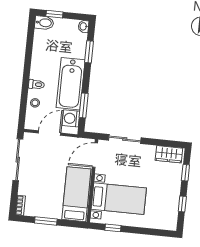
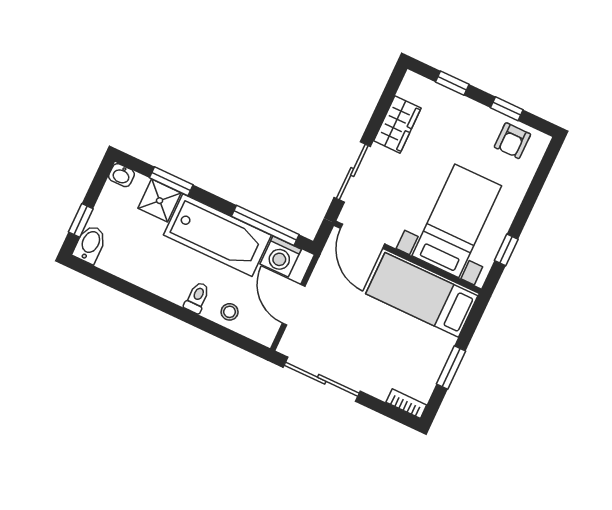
shower: (78, 49) -> (160, 201), added
window: (84, 105) -> (265, 225), width x1.44
wardrobe: (169, 154) -> (397, 124), moved
armchair: (168, 212) -> (512, 141), added

